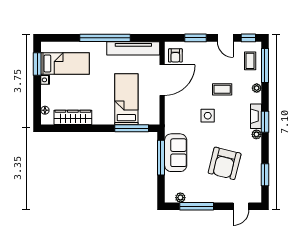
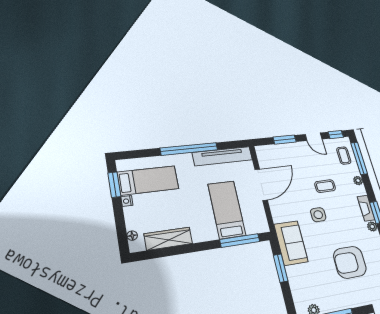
armchair: (175, 55) -> (269, 158), removed
sofa: (176, 153) -> (291, 243), moved
window: (161, 158) -> (281, 268), width x0.69
armchair: (225, 163) -> (350, 262), turned 76

